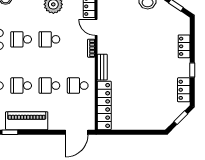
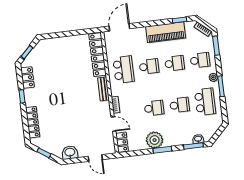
locker: (184, 46) -> (33, 122), width x1.53
school desk: (78, 86) -> (124, 70), width x1.85

